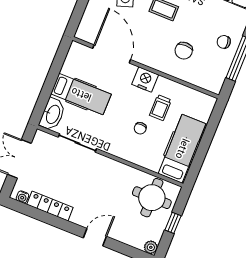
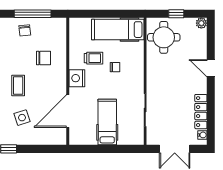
washbasin: (53, 114) -> (131, 137), removed

